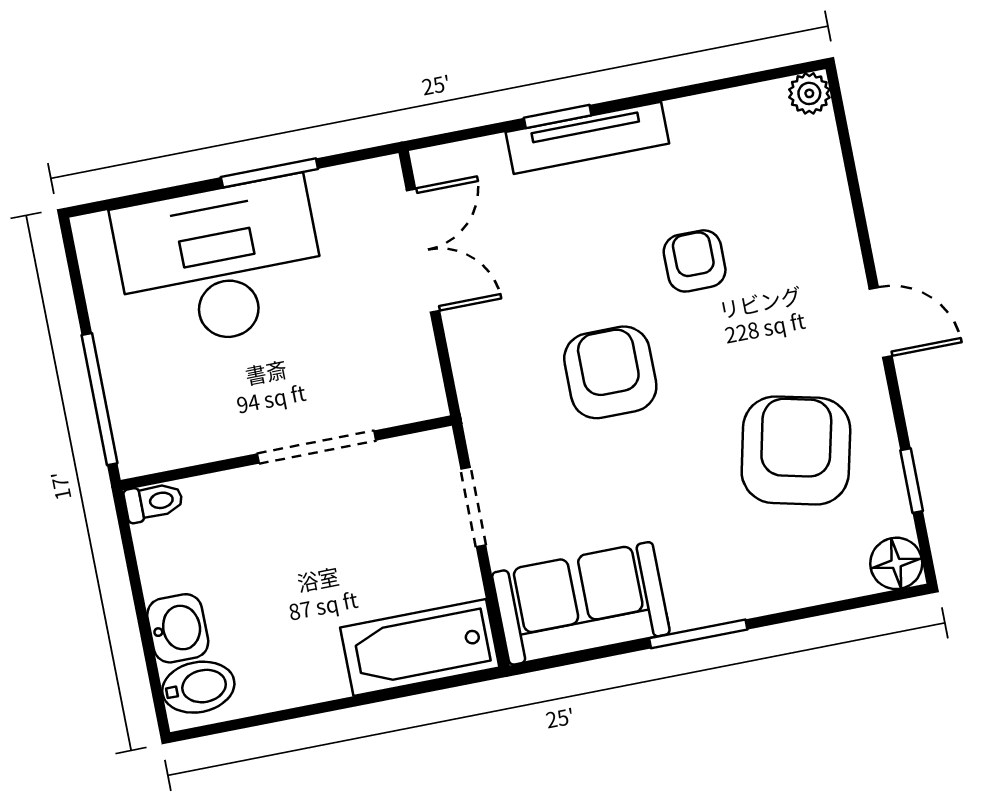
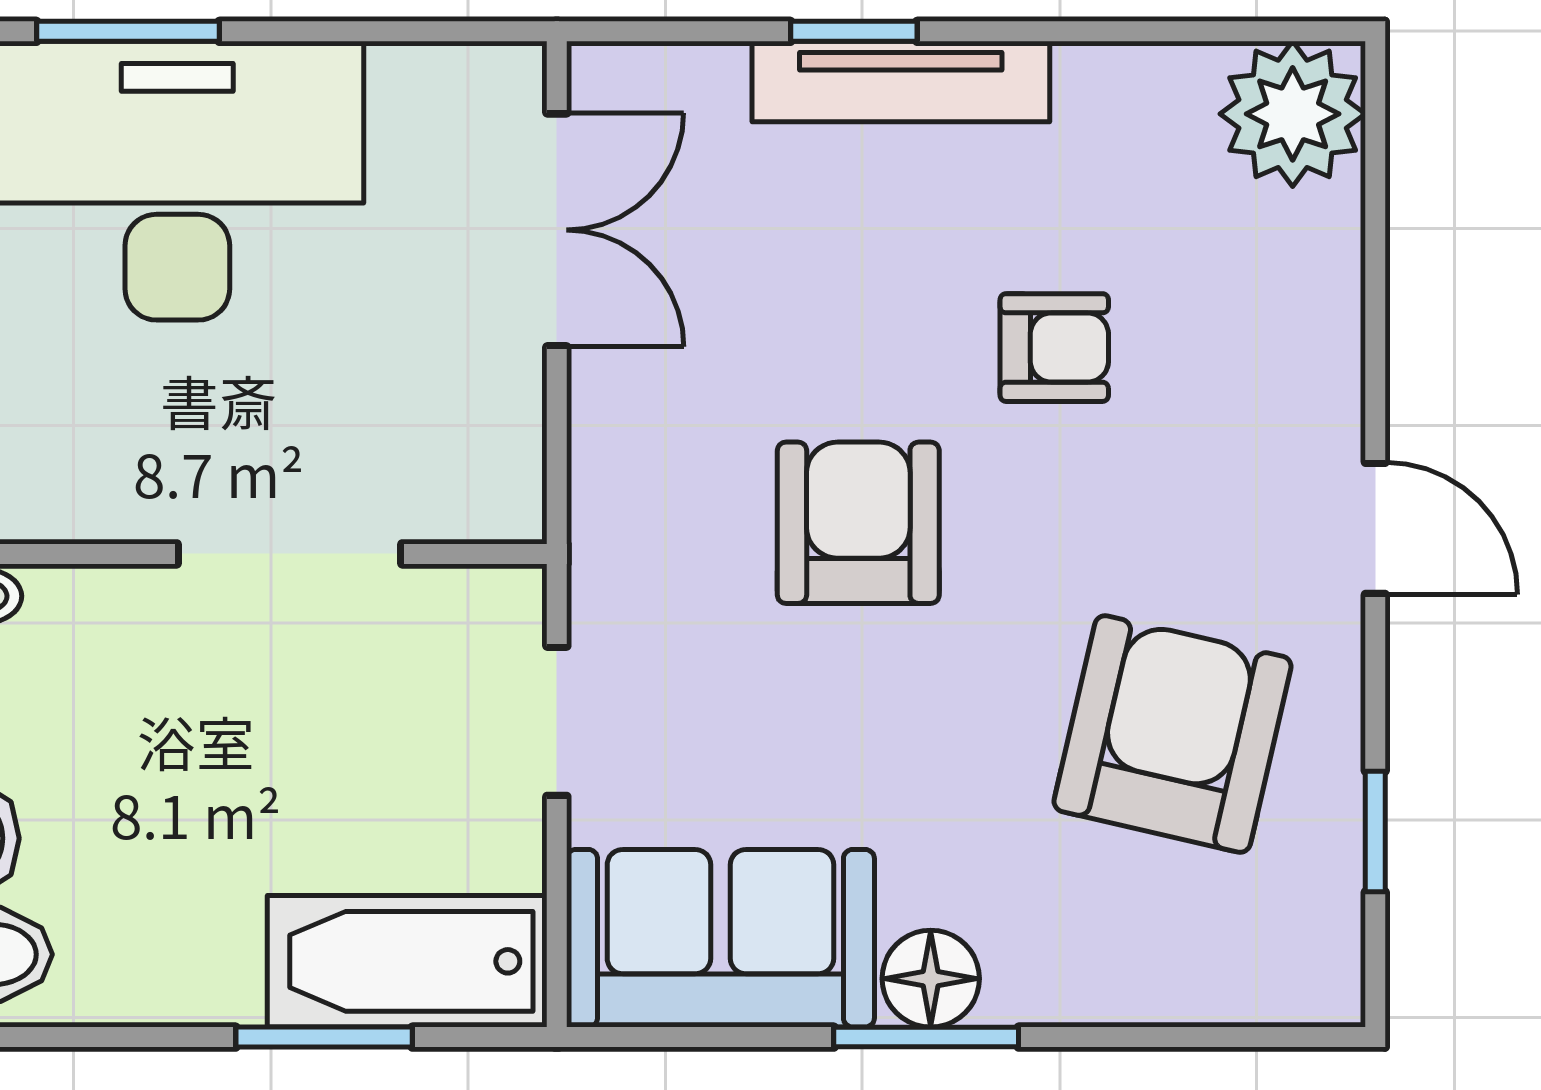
plant: (809, 93) -> (1293, 114), width x1.87, depth x1.87
window: (269, 173) -> (128, 31), moved
armchair: (695, 261) -> (1054, 348), turned 90
floor lamp: (896, 563) -> (931, 979), moved
window: (384, 695) -> (324, 1037), added

